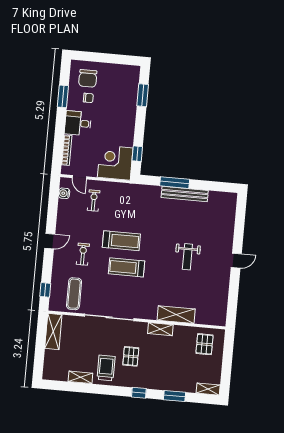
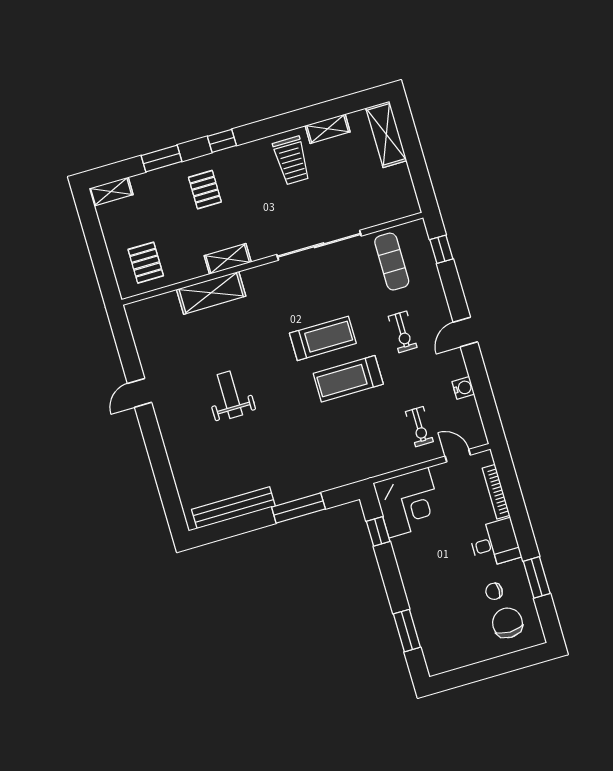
water cooler: (64, 193) -> (463, 388), moved
bench: (185, 194) -> (233, 508), moved
door: (236, 261) -> (140, 393), moved
shelving: (53, 332) -> (386, 134), moved
pallet: (131, 356) -> (205, 190), moved

